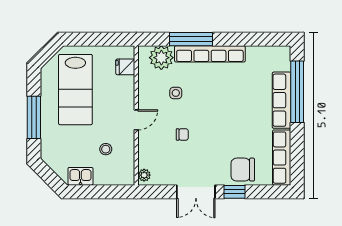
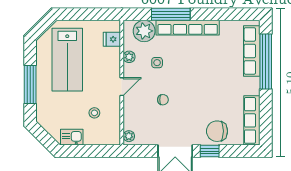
plant: (144, 87) -> (129, 57), added
row of seats: (282, 100) -> (252, 51), moved

